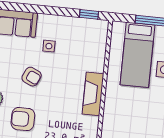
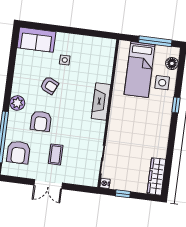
window: (89, 14) -> (99, 34), removed
armchair: (23, 119) -> (41, 121), turned -90

